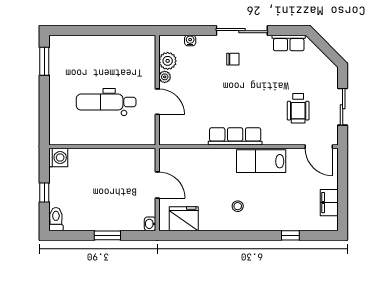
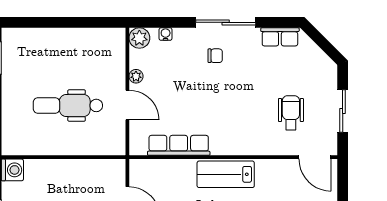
plant: (168, 61) -> (139, 38), moved
wheelchair: (298, 108) -> (291, 113), turned 180
row of seats: (235, 136) -> (179, 145), moved
lab bench: (261, 161) -> (226, 174), moved

